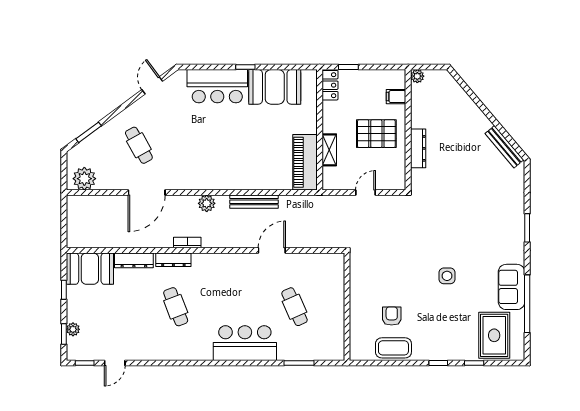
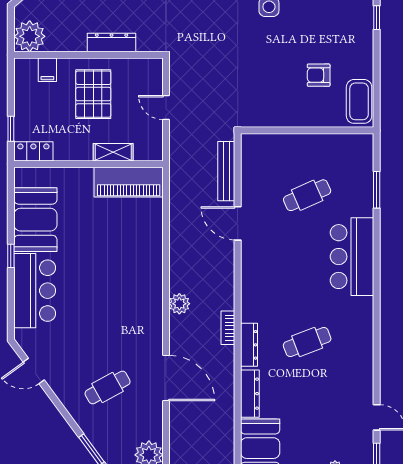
plant: (417, 76) -> (30, 36), width x1.87, depth x1.87
bench: (254, 202) -> (226, 171), moved
coffee table: (393, 348) -> (359, 101), moved

